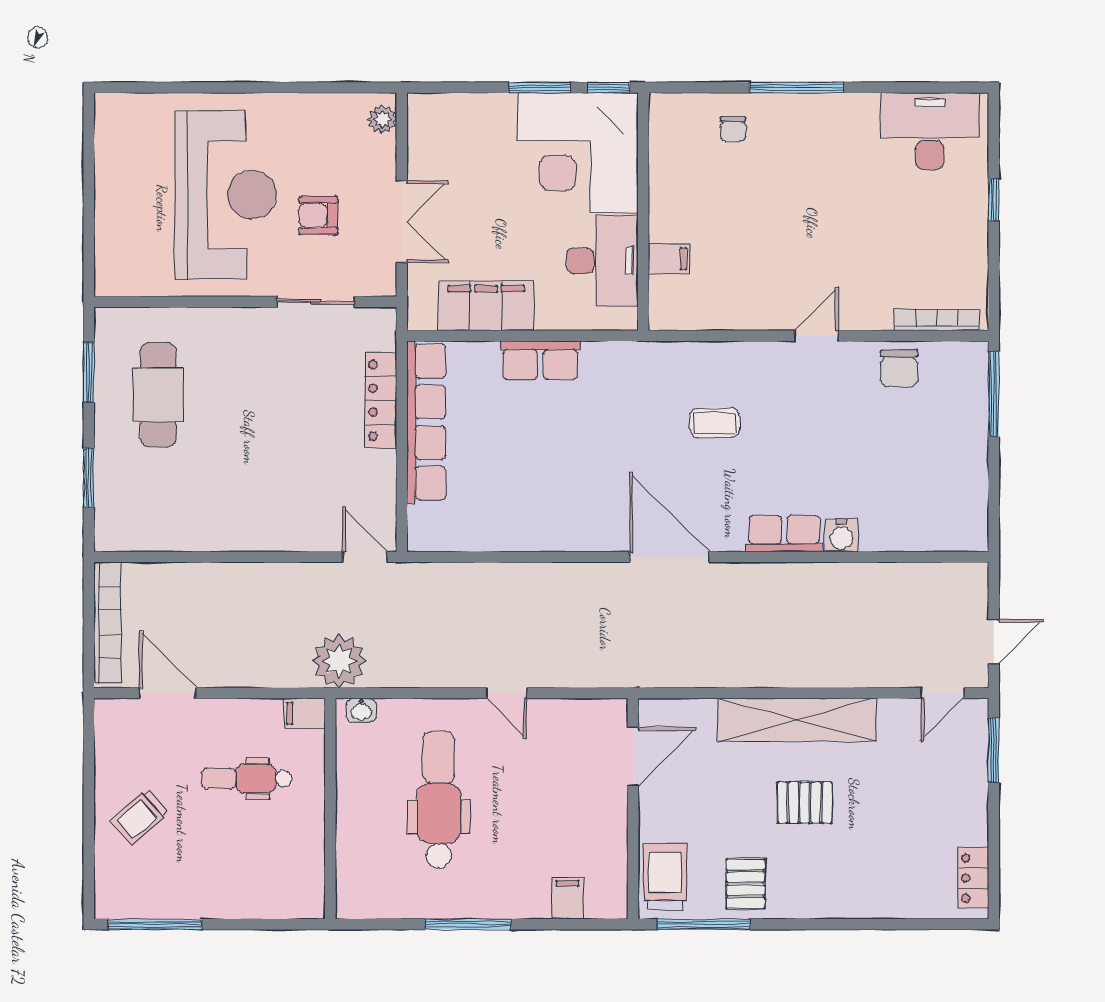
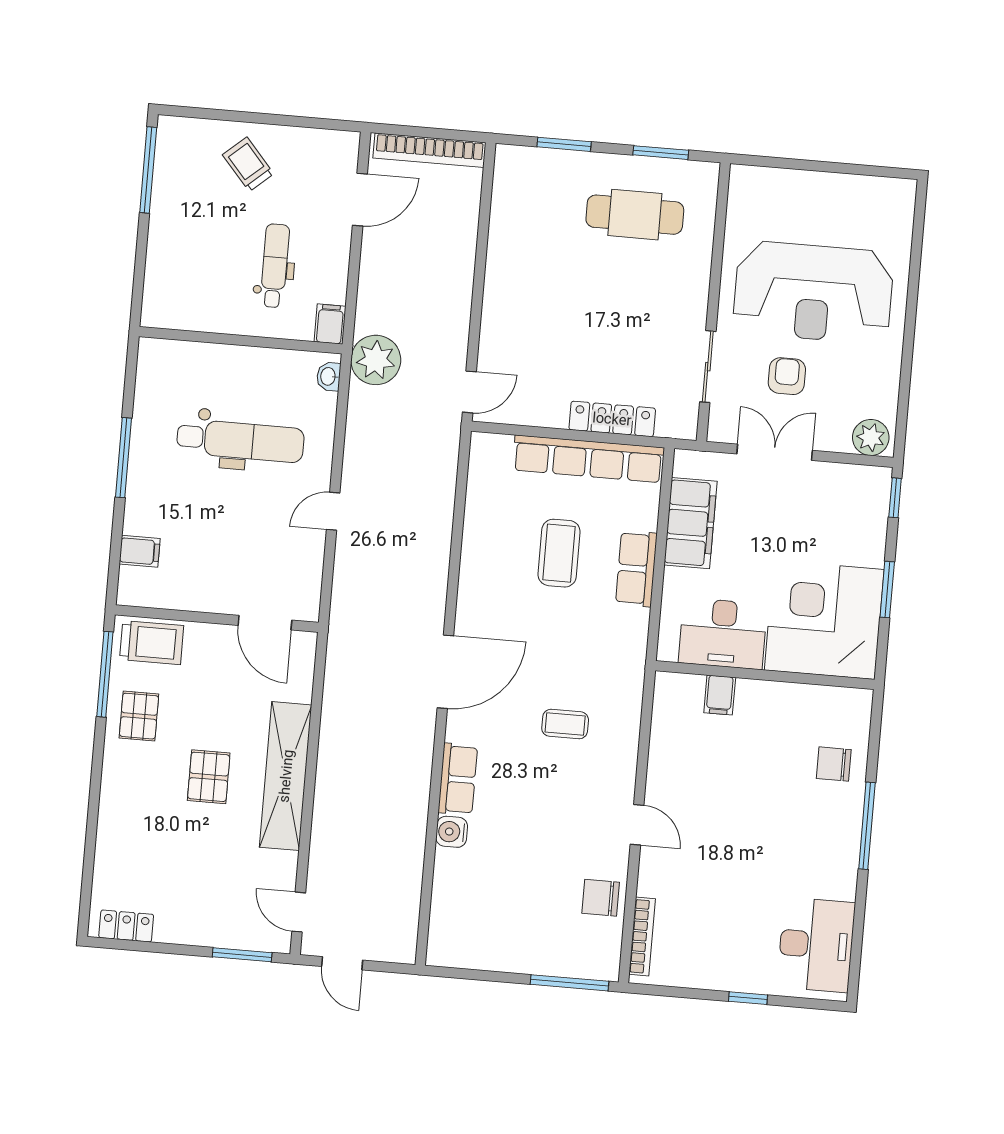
window: (609, 87) -> (895, 498), moved
plant: (382, 119) -> (871, 437), width x1.38, depth x1.38
chair: (733, 129) -> (834, 764), width x1.37, depth x1.37
double door: (402, 222) -> (775, 452), swing flipped
coffee table: (715, 423) -> (565, 724), turned 90
coffee table: (531, 445) -> (559, 553), added
pallet: (745, 884) -> (139, 716), turned 90

